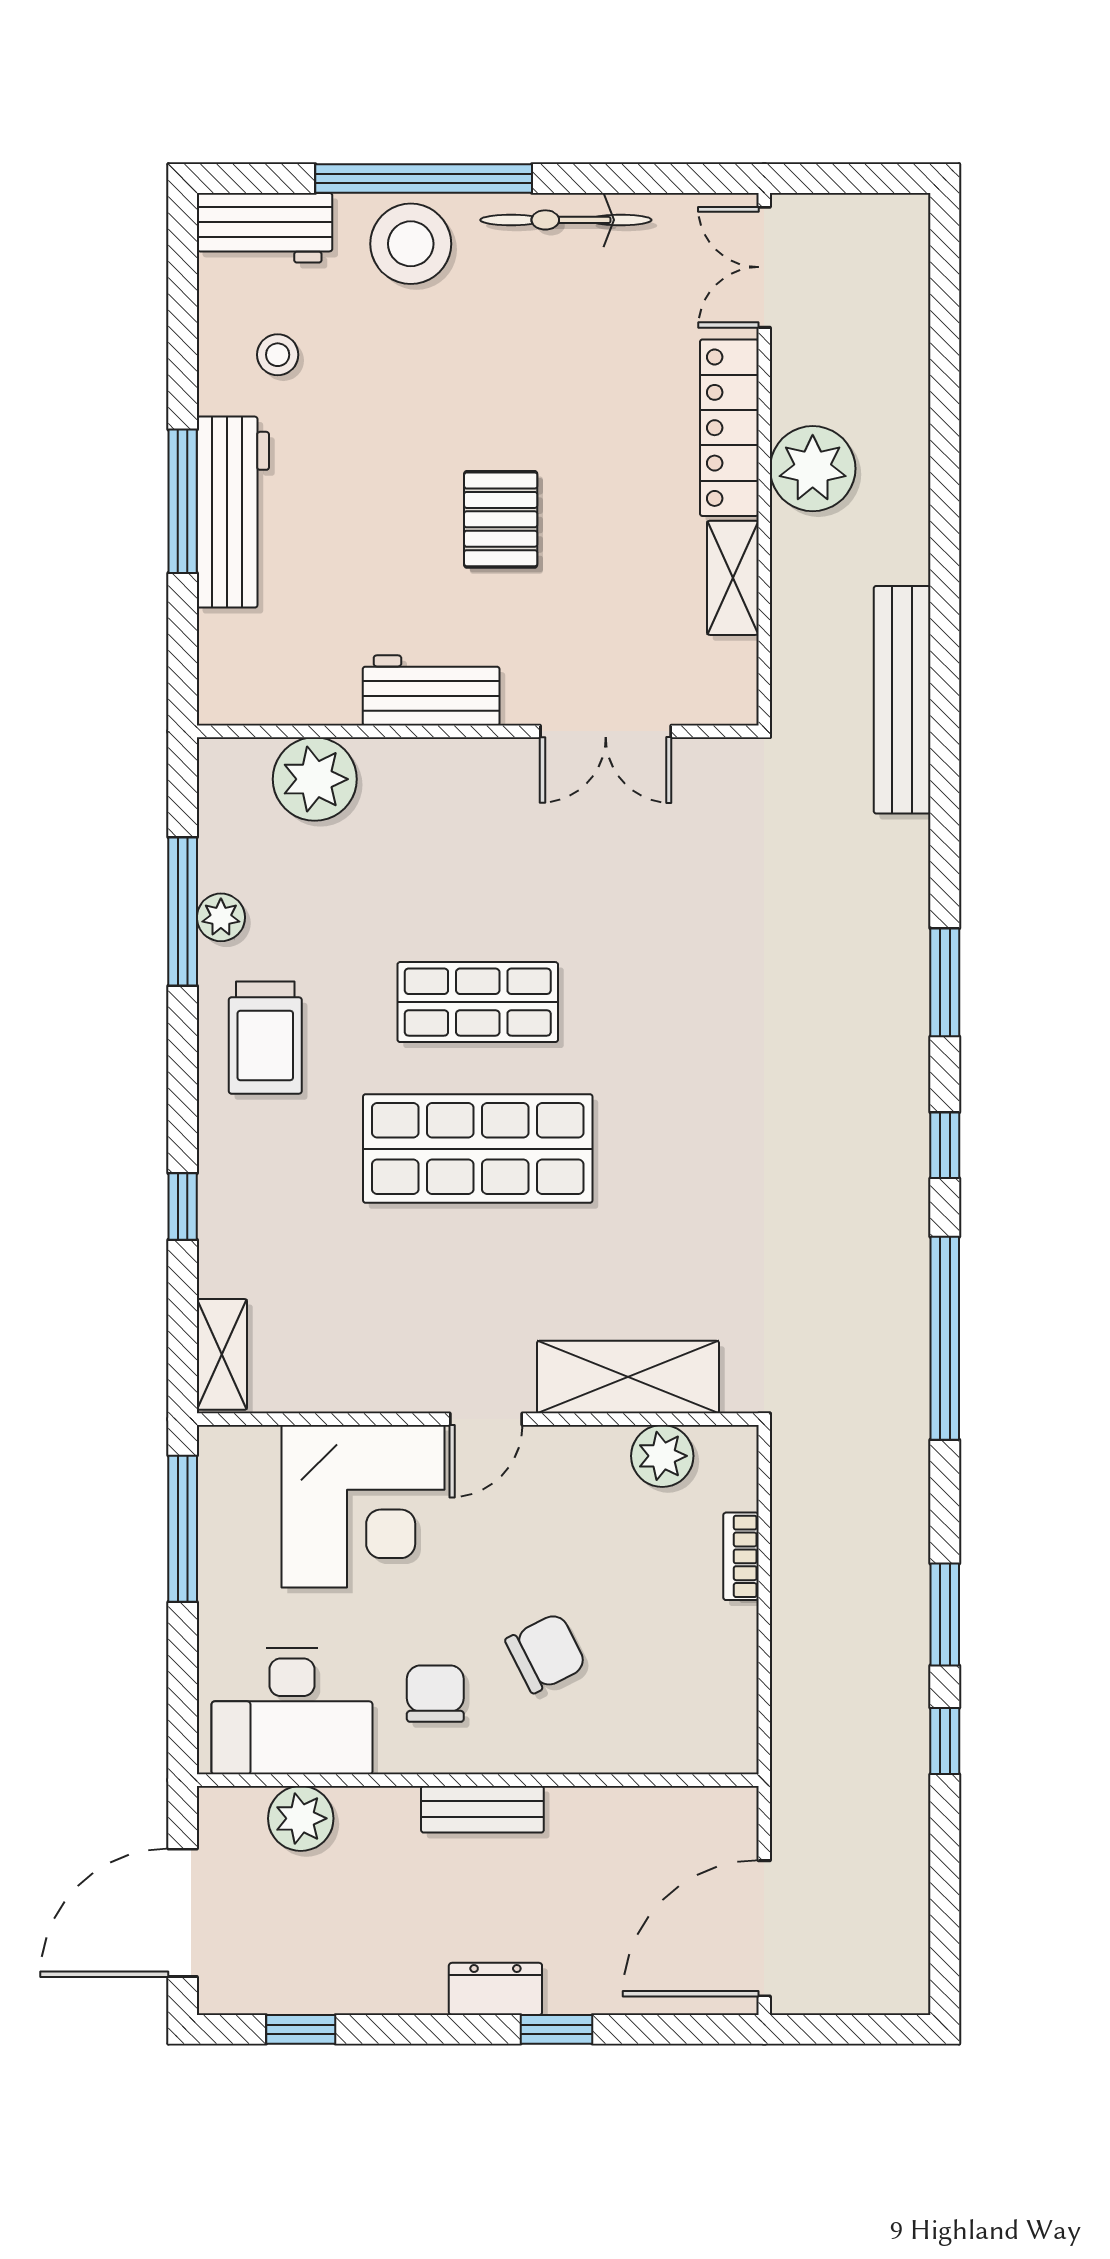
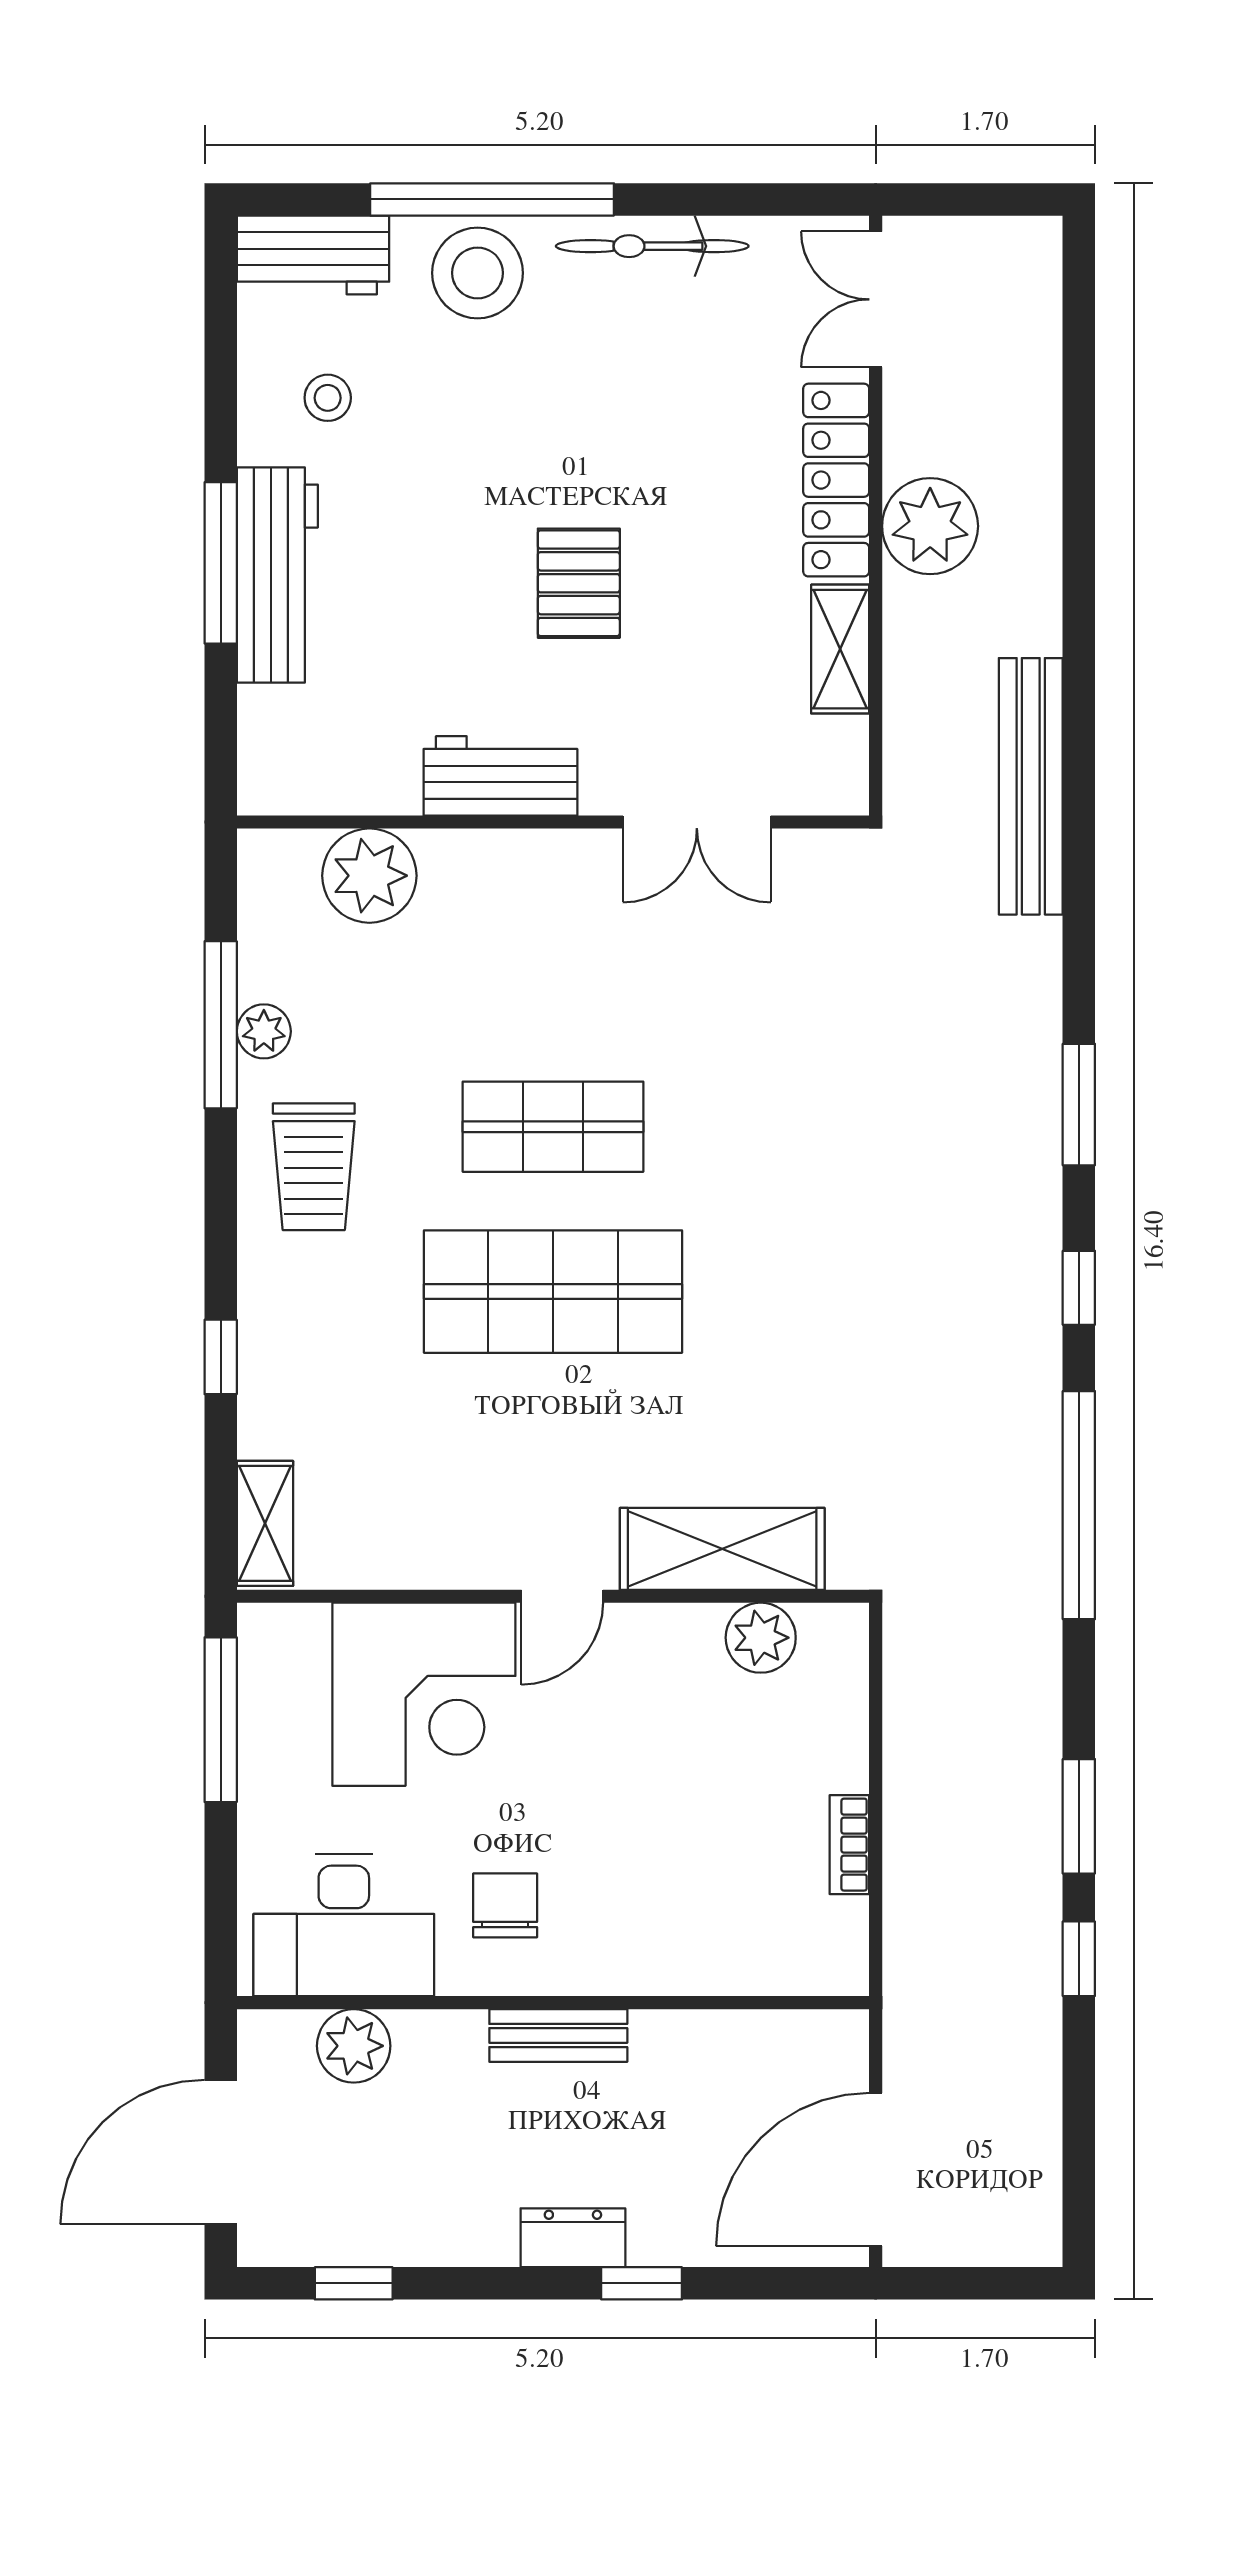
bookcase: (741, 1556) -> (849, 1845), moved
chair: (546, 1653) -> (630, 1860), removed

